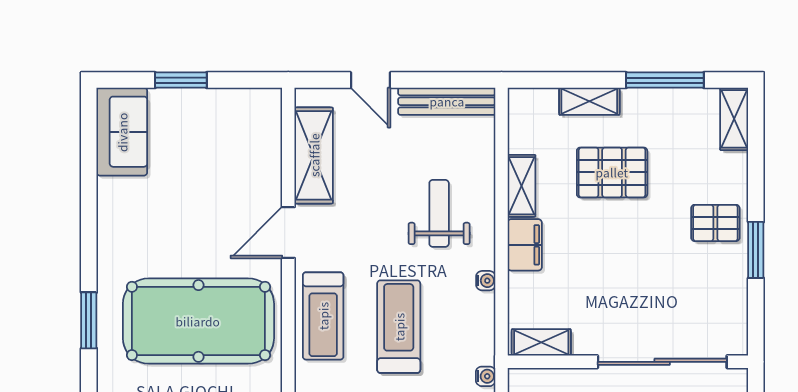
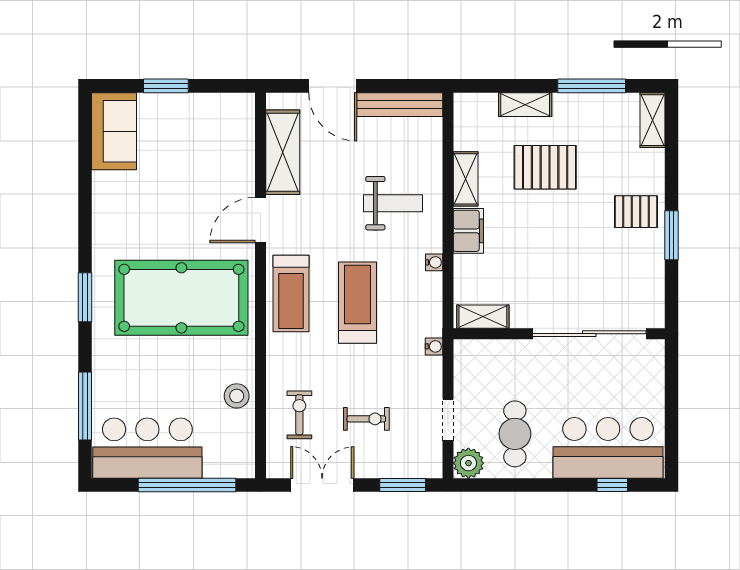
door: (370, 80) -> (333, 86), width x1.38
weight bench: (439, 213) -> (393, 203), turned 90

